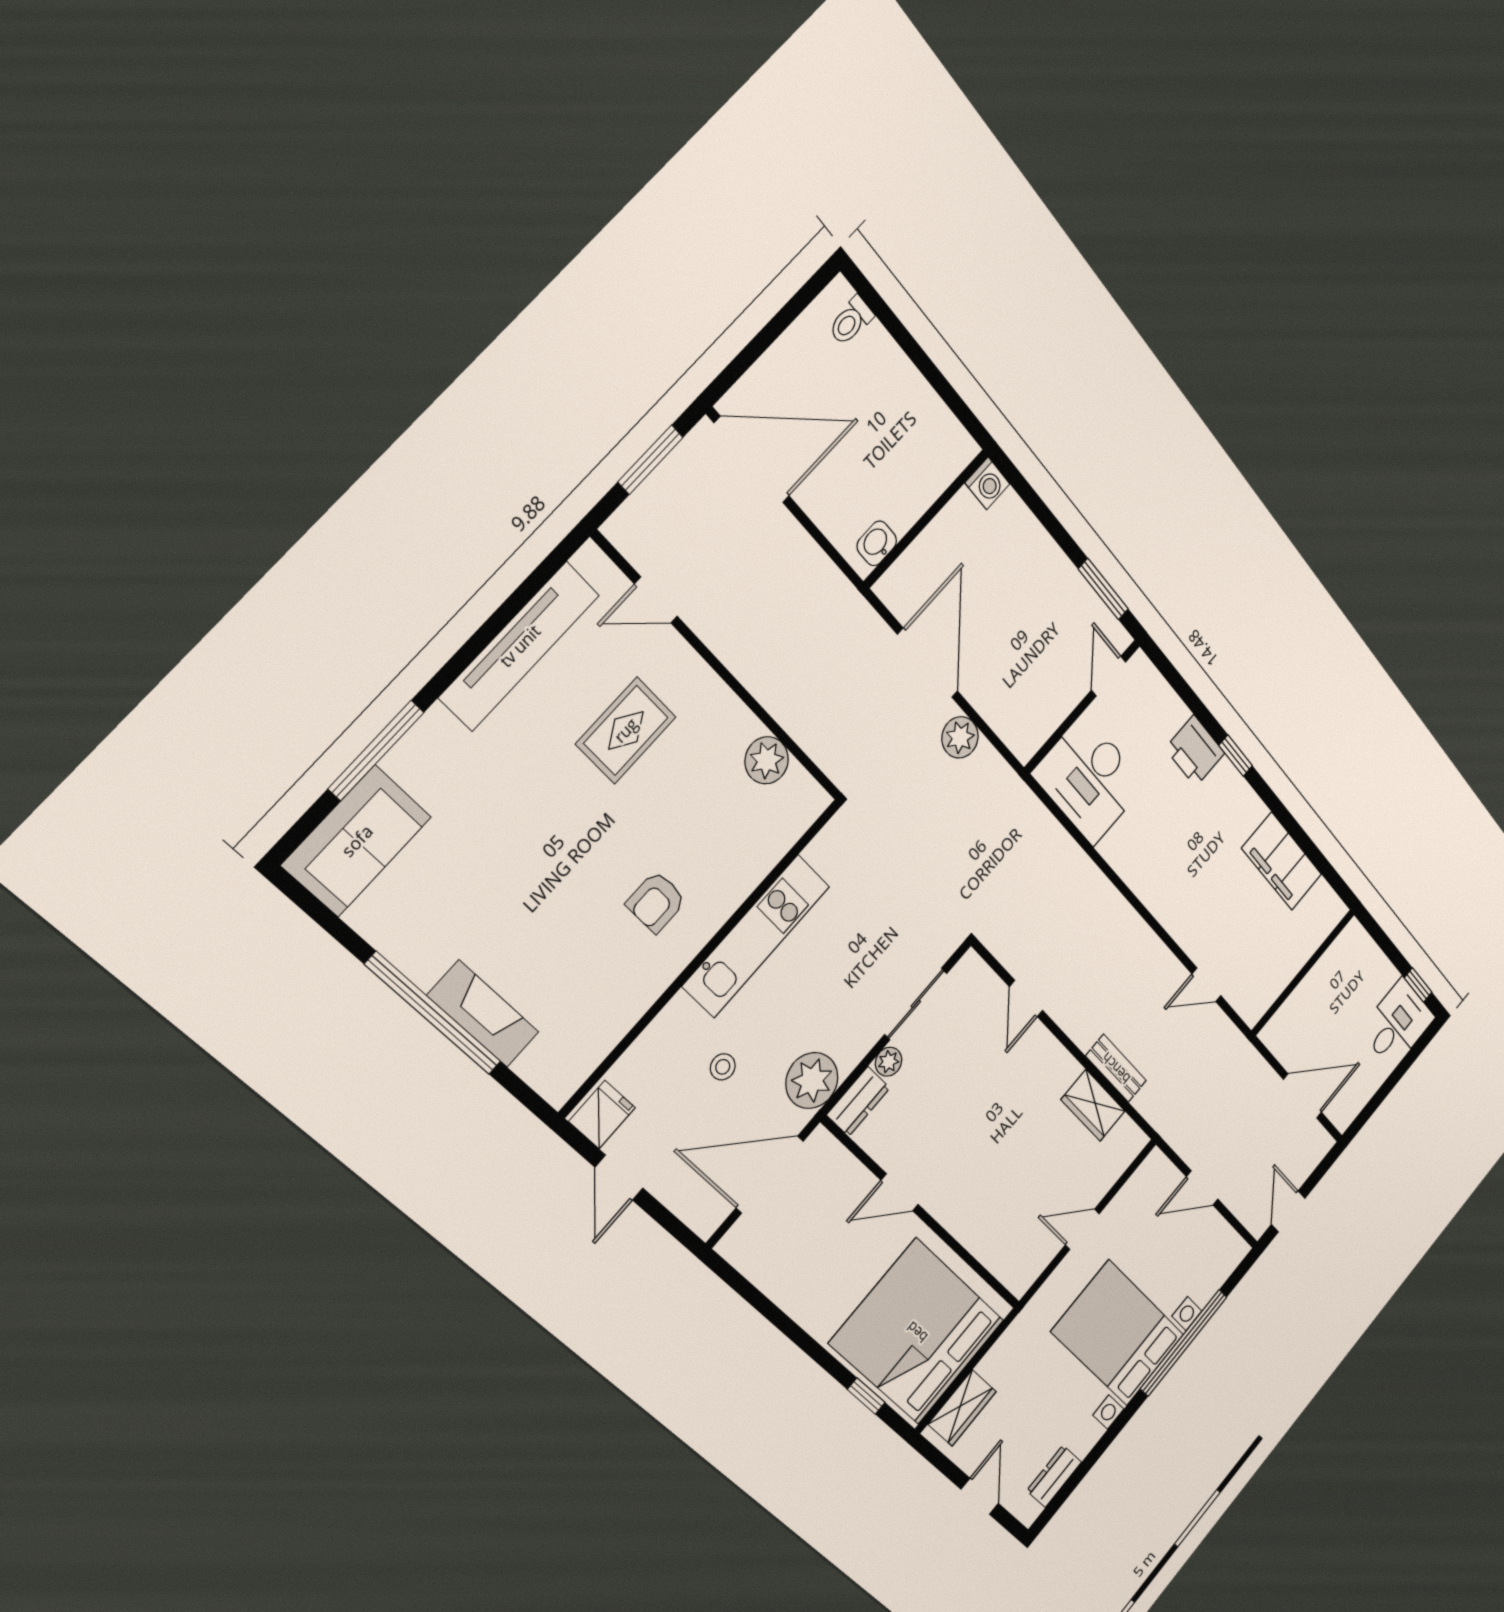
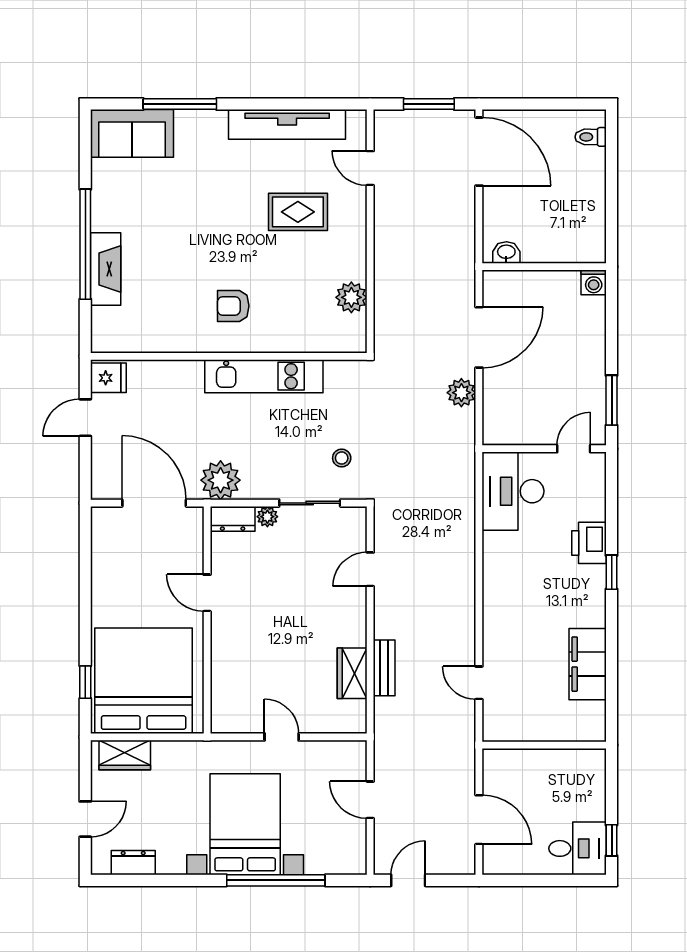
stool: (723, 1067) -> (342, 458), moved

